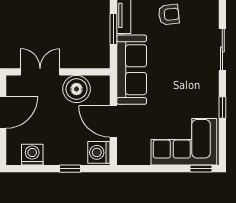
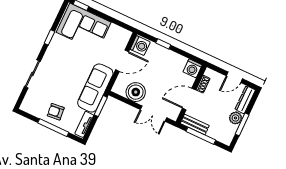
window: (113, 29) -> (101, 106), moved
door: (113, 122) -> (122, 61), hinge flipped
washing machine: (32, 155) -> (193, 68), moved

